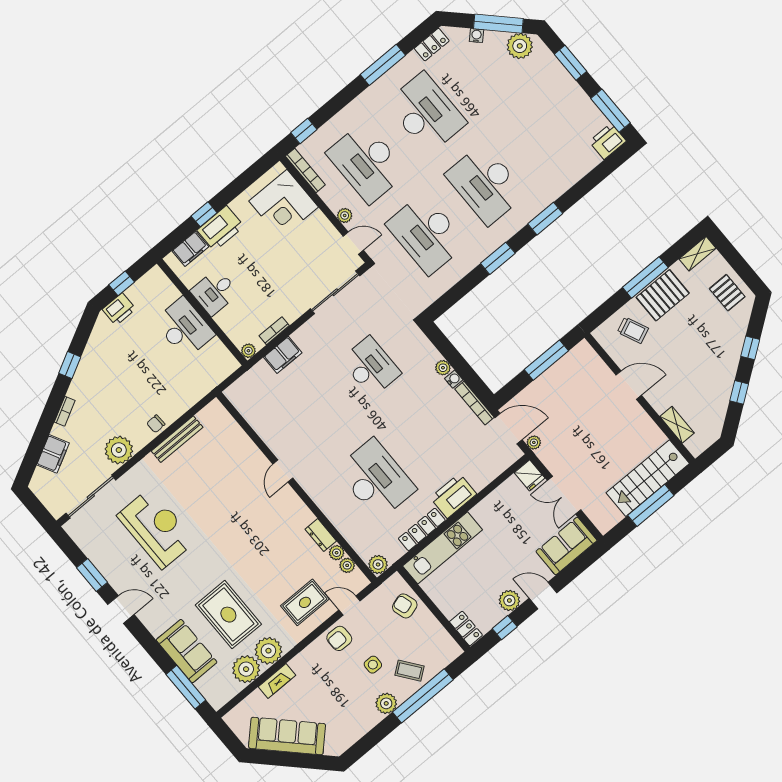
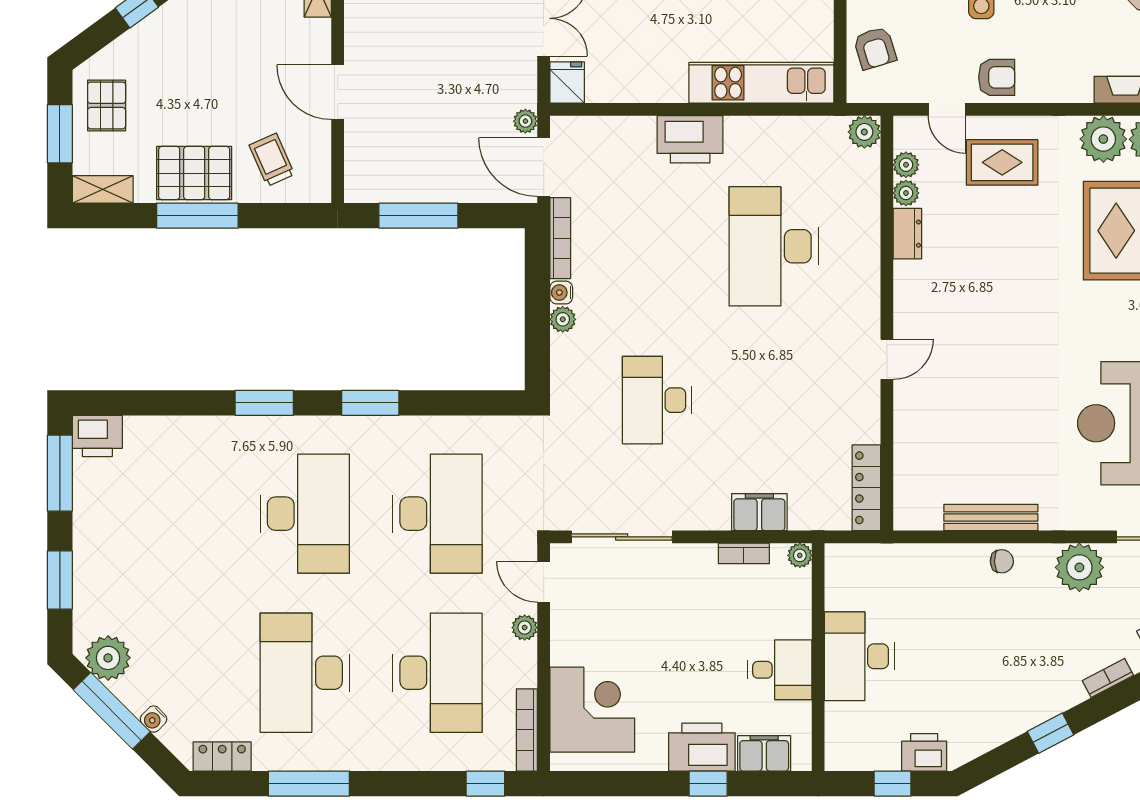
window: (737, 263) -> (60, 134), added
locker: (422, 529) -> (866, 488), moved, turned 90

